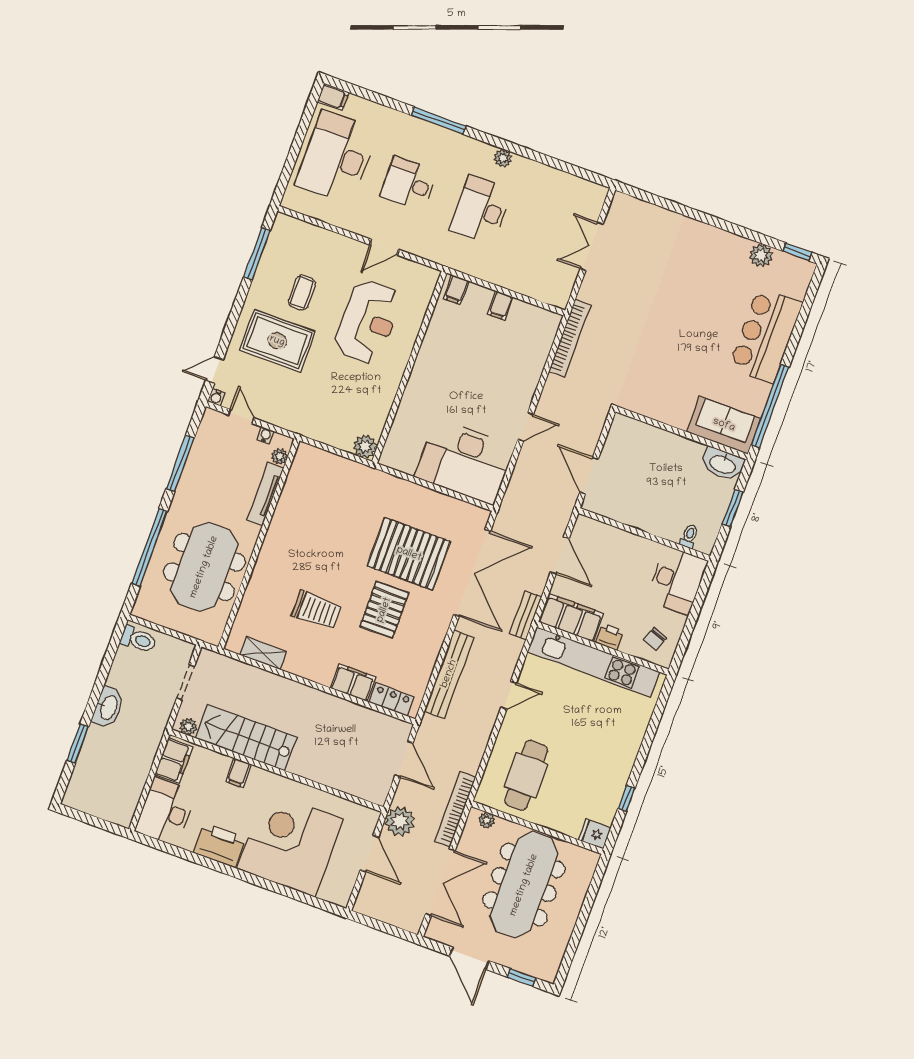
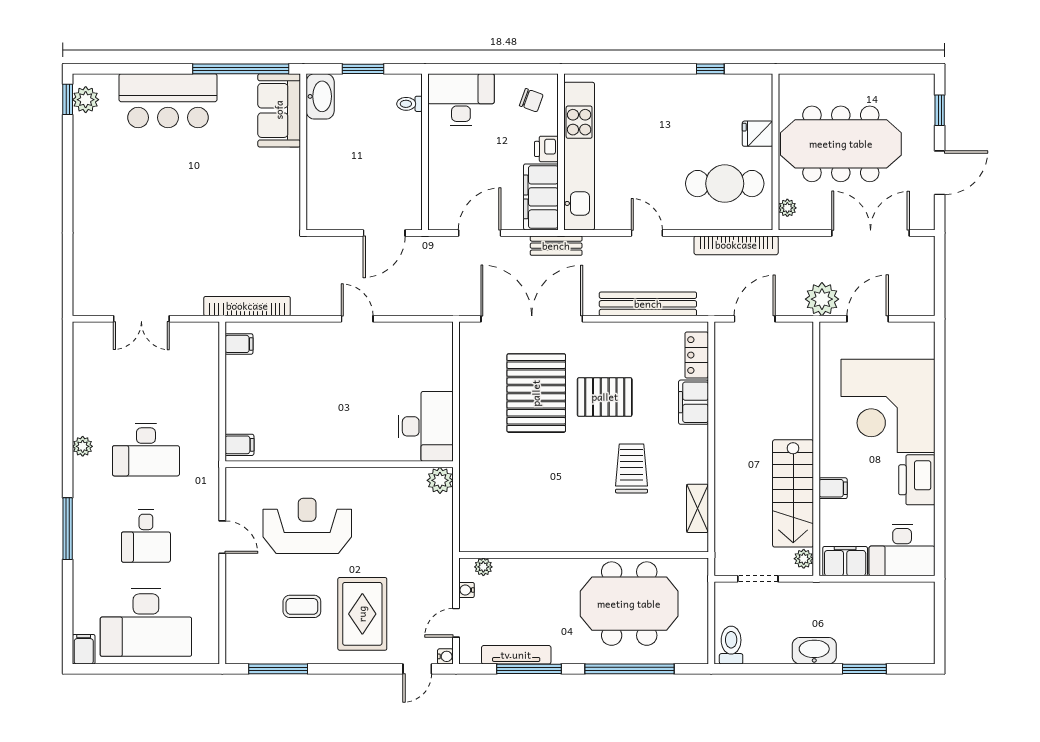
plant: (761, 256) -> (86, 100), moved
filing cabinet: (500, 305) -> (239, 344), moved
door: (214, 370) -> (417, 669), hinge flipped
desk: (465, 462) -> (426, 426), moved, width x0.73, depth x0.77
tv unit: (265, 494) -> (516, 655), moved, turned 180
bookcase: (455, 809) -> (736, 245), moved
fridge: (595, 834) -> (758, 134), moved, turned 90

